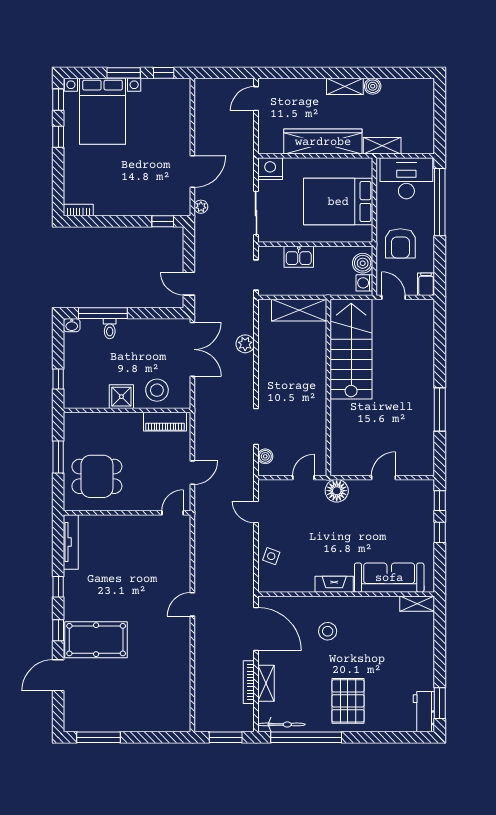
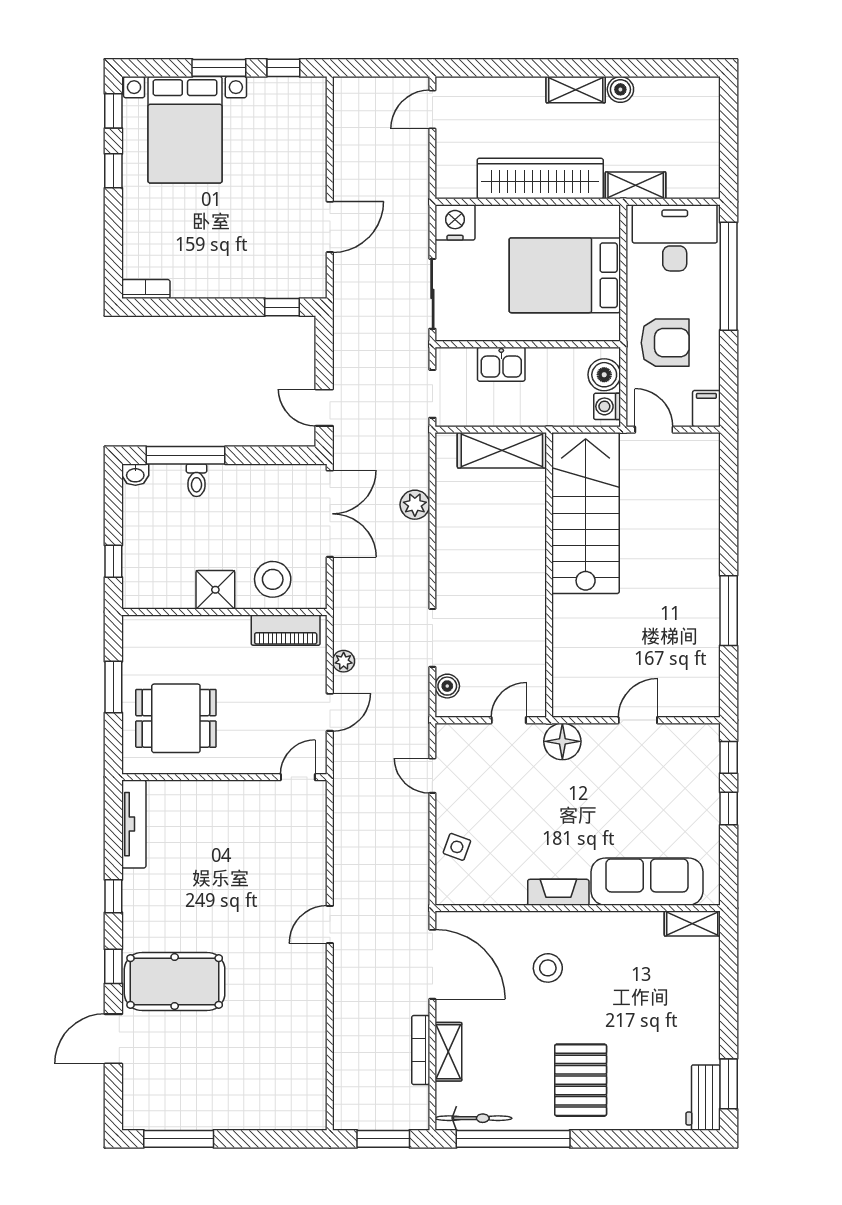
plant: (201, 207) -> (344, 661), moved
armchair: (400, 243) -> (665, 343), turned -90

